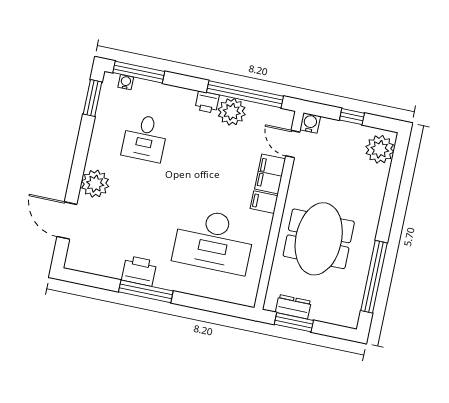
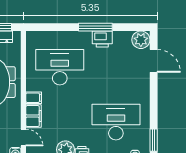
desk: (145, 138) -> (116, 122), width x1.87, depth x1.30
plant: (95, 184) -> (141, 40), moved

